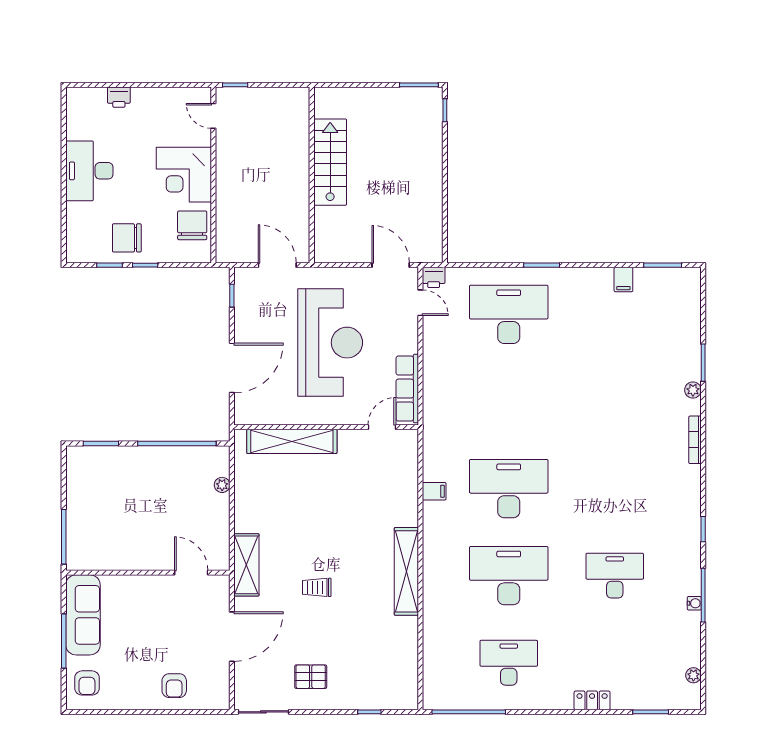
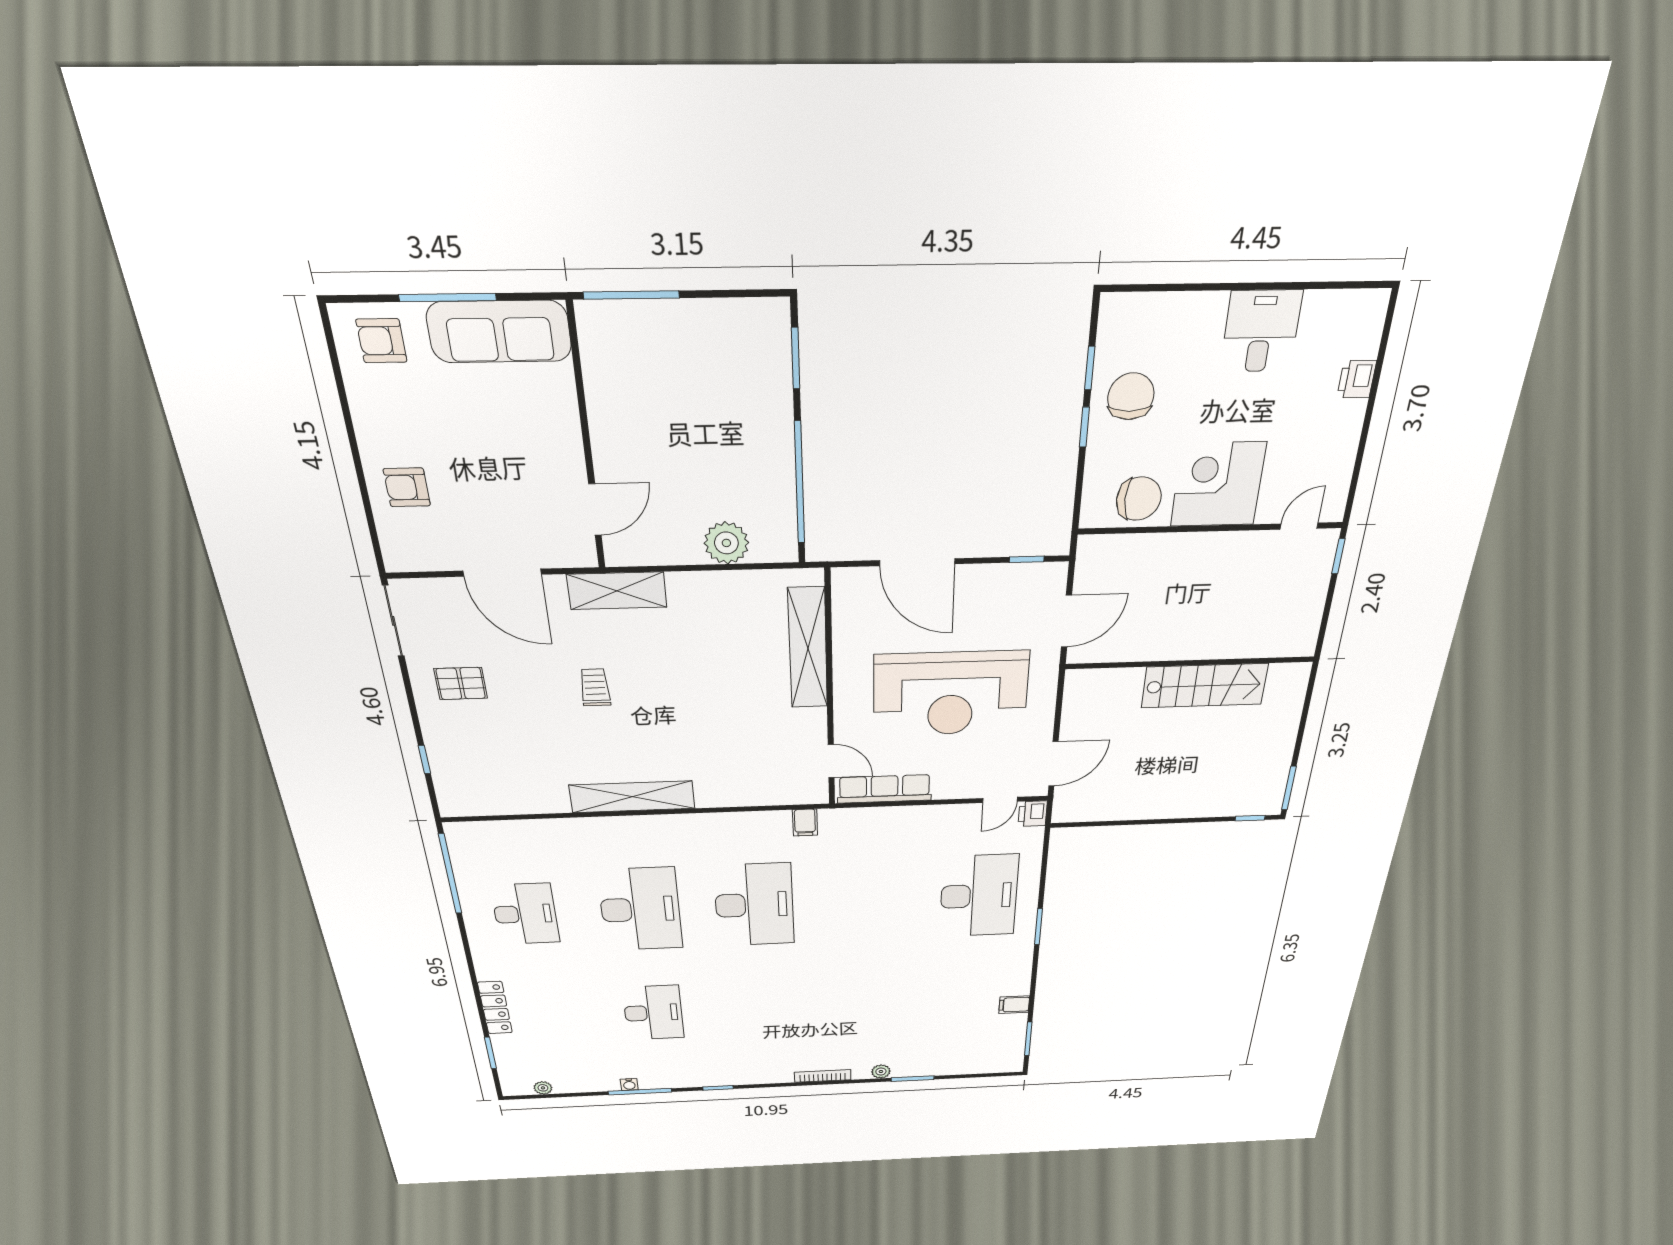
desk: (89, 171) -> (1261, 331), width x0.73
plant: (222, 485) -> (726, 543), width x1.88, depth x1.88
filing cabinet: (434, 491) -> (805, 823), moved
pallet: (311, 677) -> (461, 683), turned 90
locker: (592, 700) -> (495, 1008), width x1.53

